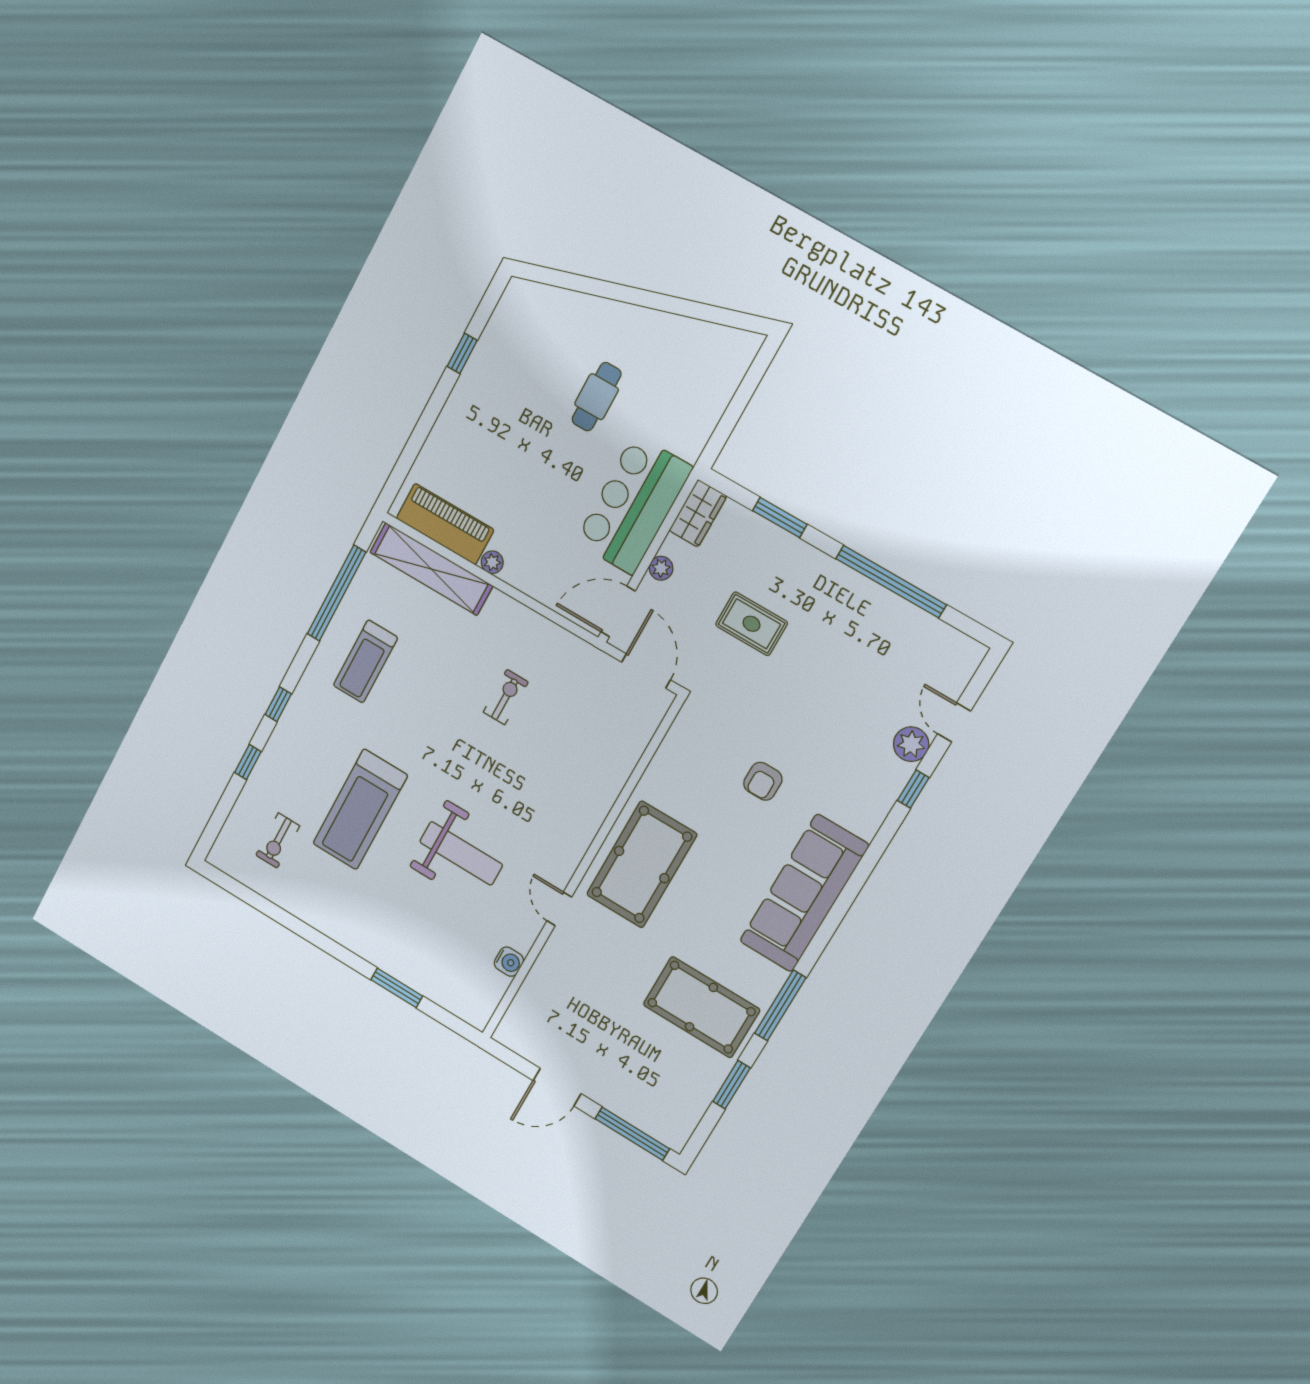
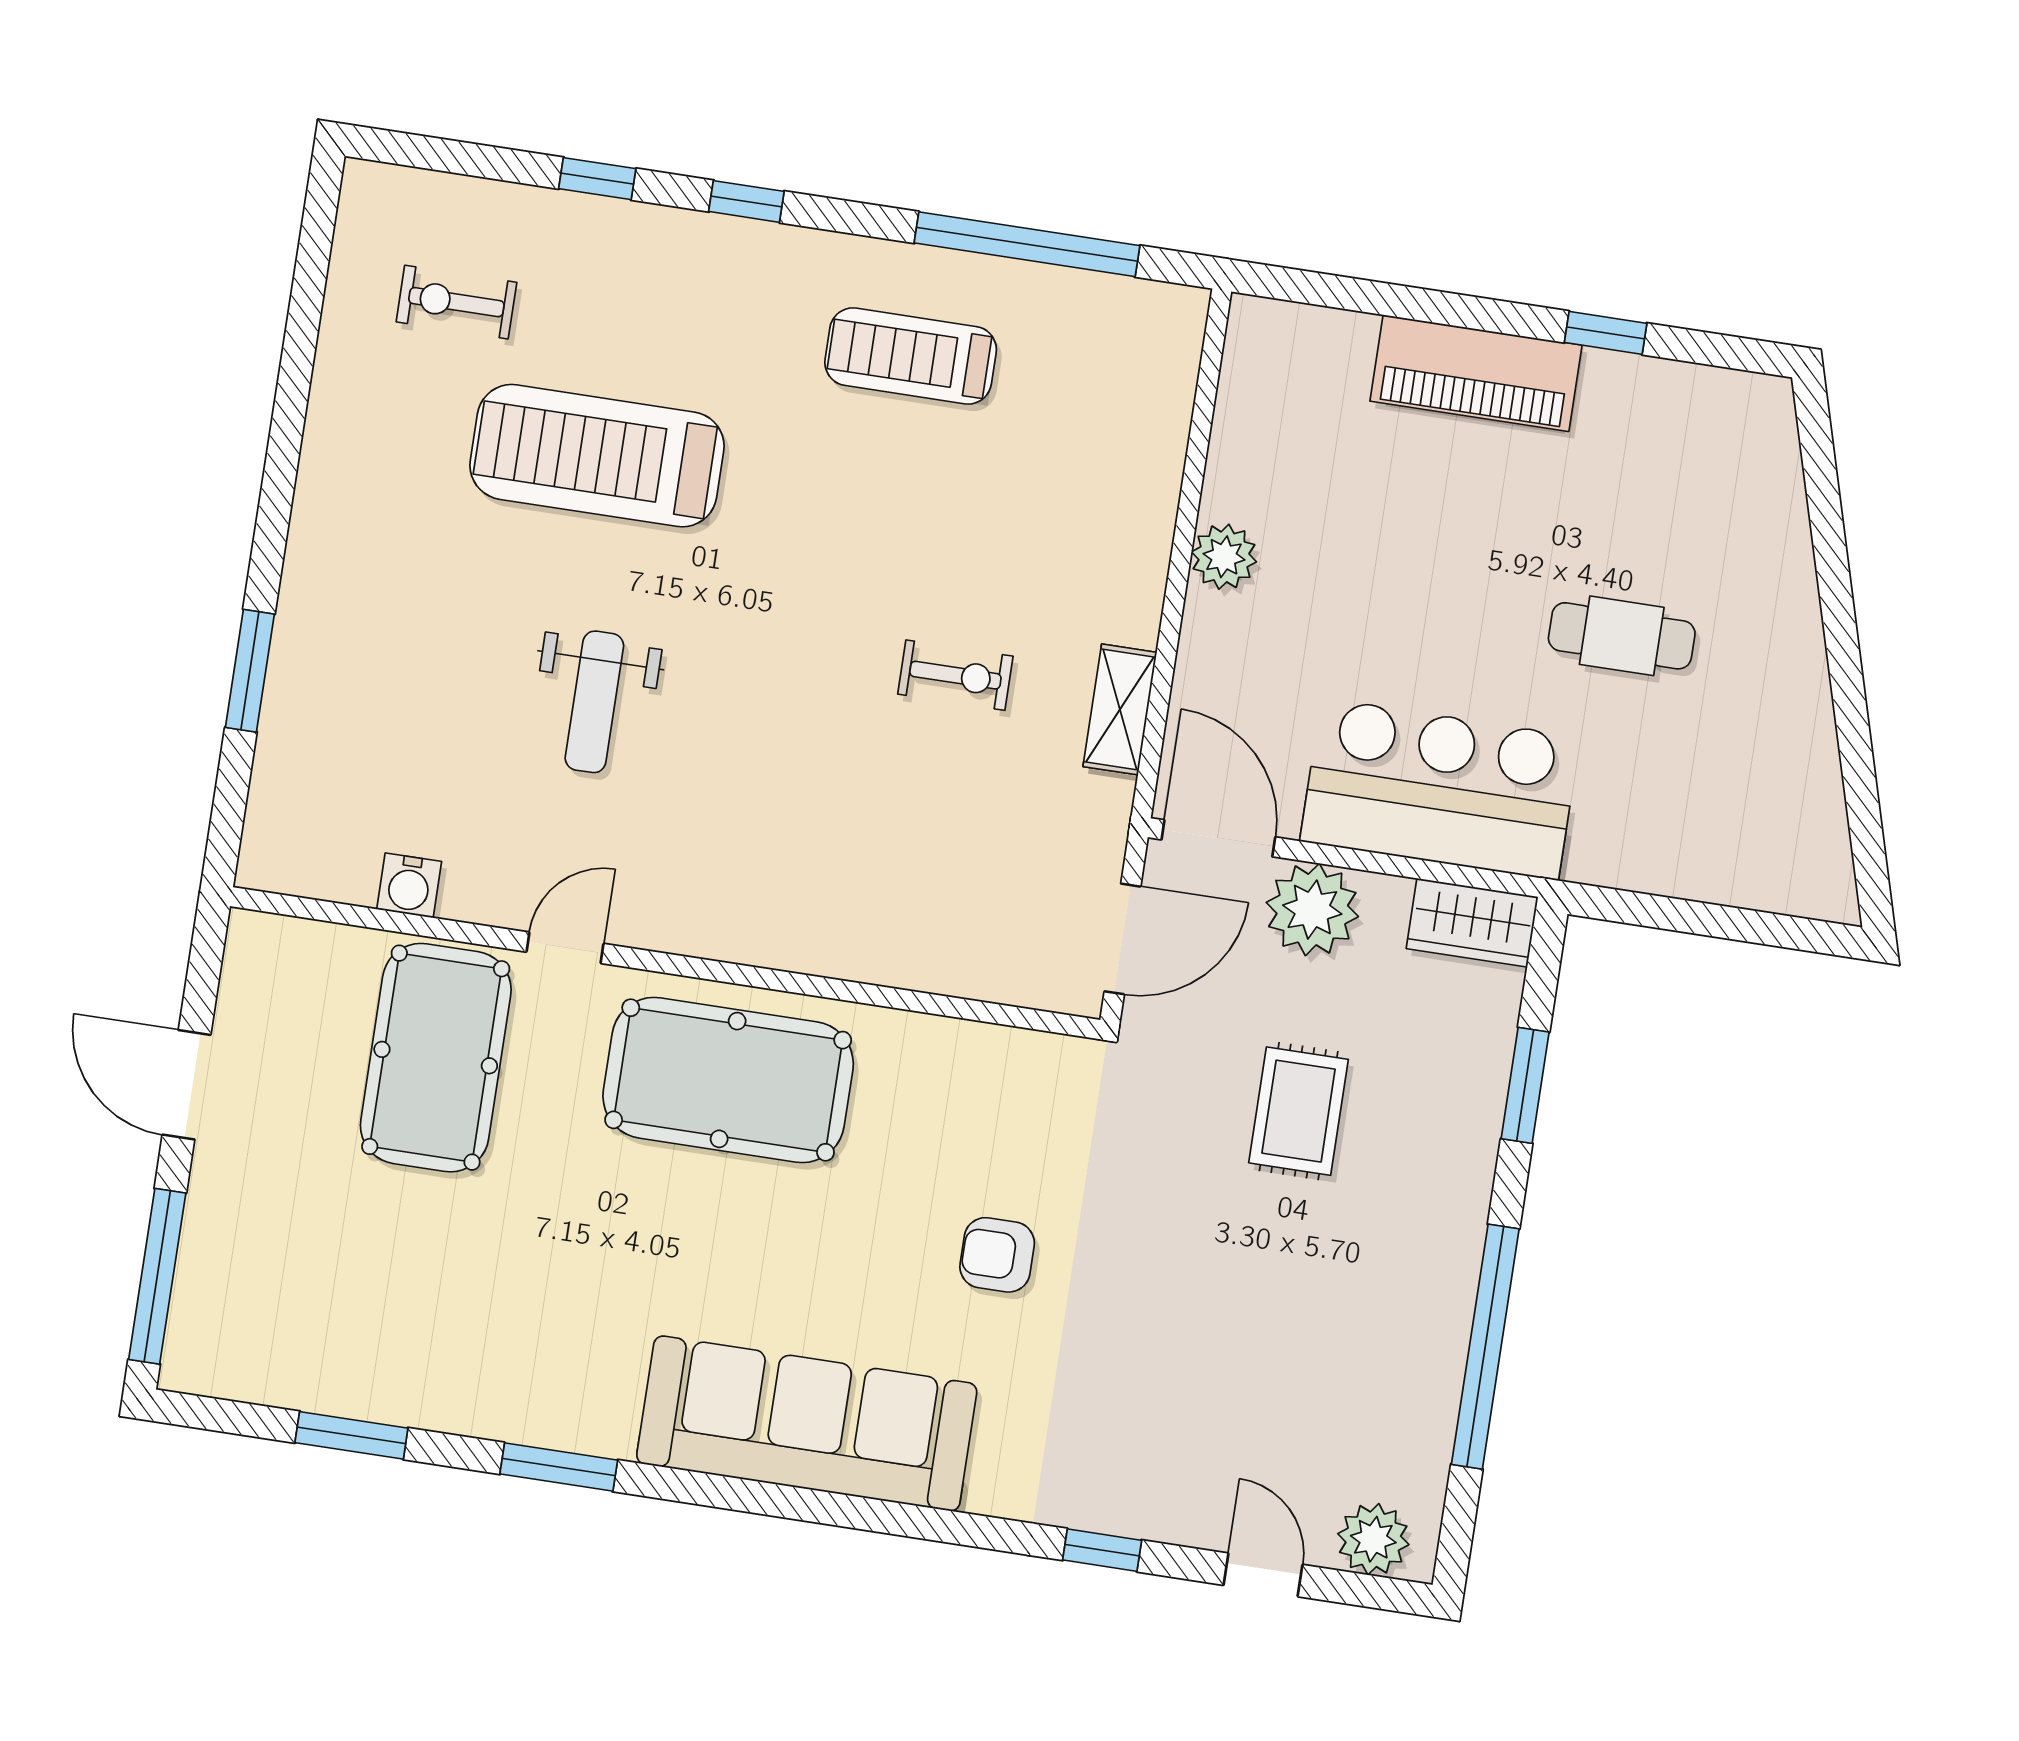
piano: (445, 524) -> (1476, 373), moved, turned 90
plant: (492, 562) -> (1224, 557), width x1.38, depth x1.38
plant: (661, 568) -> (1312, 910), width x1.87, depth x1.87
shelving: (431, 569) -> (1120, 709), moved, width x0.45, depth x0.75
door: (954, 722) -> (1263, 1575), hinge flipped
plant: (911, 744) -> (1373, 1539), moved
weight bench: (461, 853) -> (594, 702), width x0.73, depth x0.75
window: (780, 1005) -> (559, 1467), width x0.69
pool table: (701, 1007) -> (436, 1058), moved

